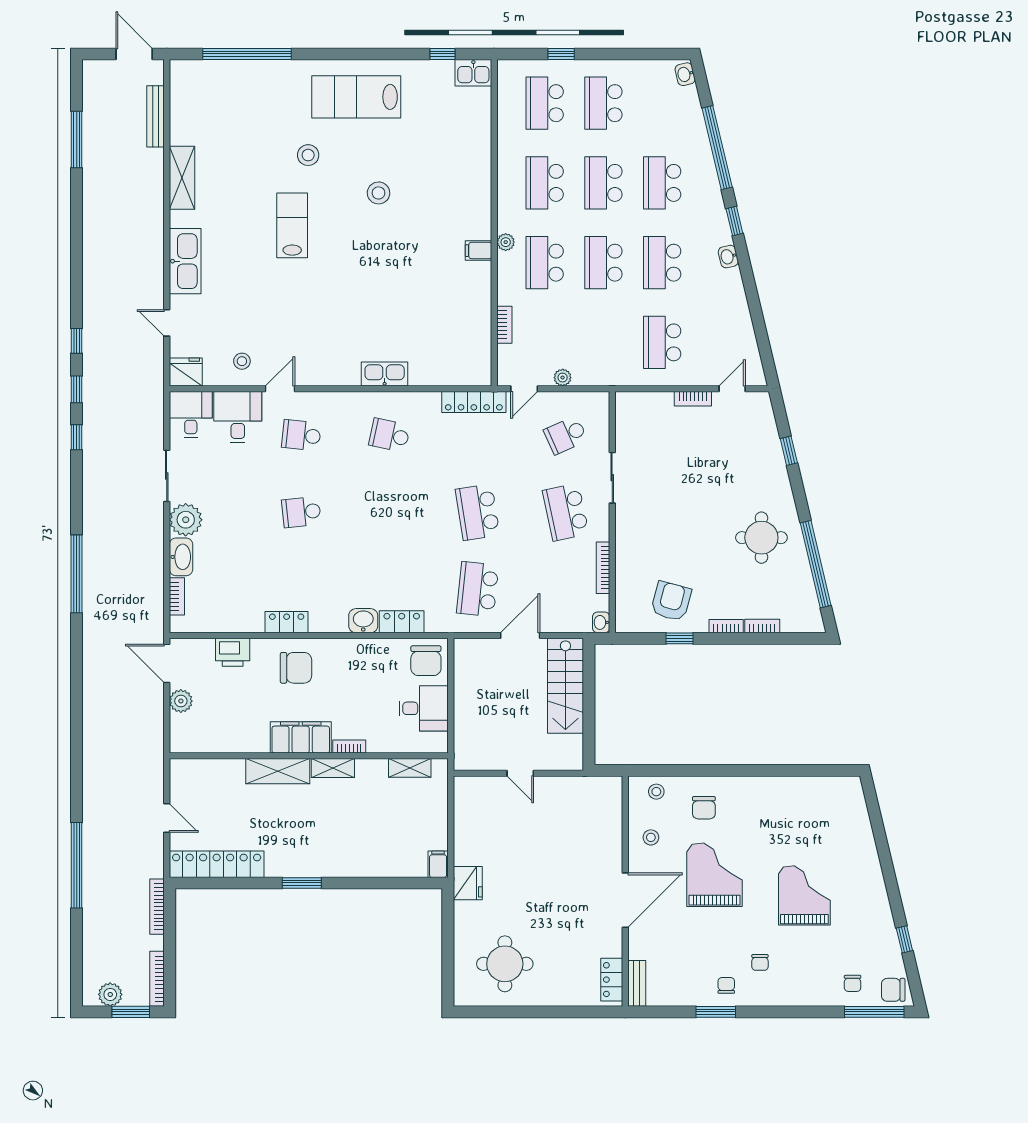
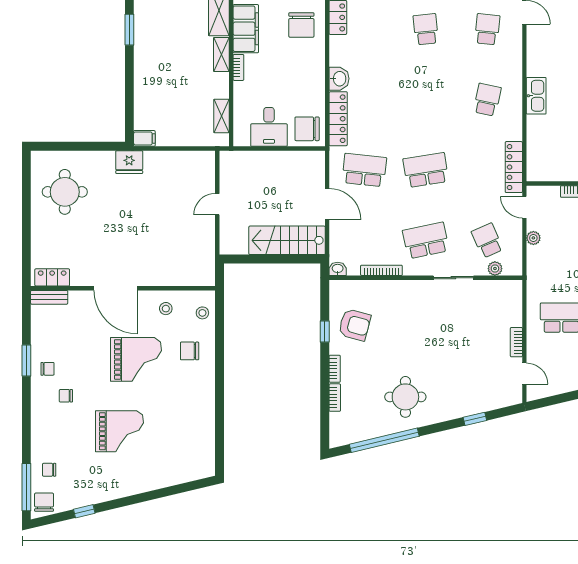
plant: (601, 426) -> (495, 269), added
locker: (402, 622) -> (338, 119), width x1.53

